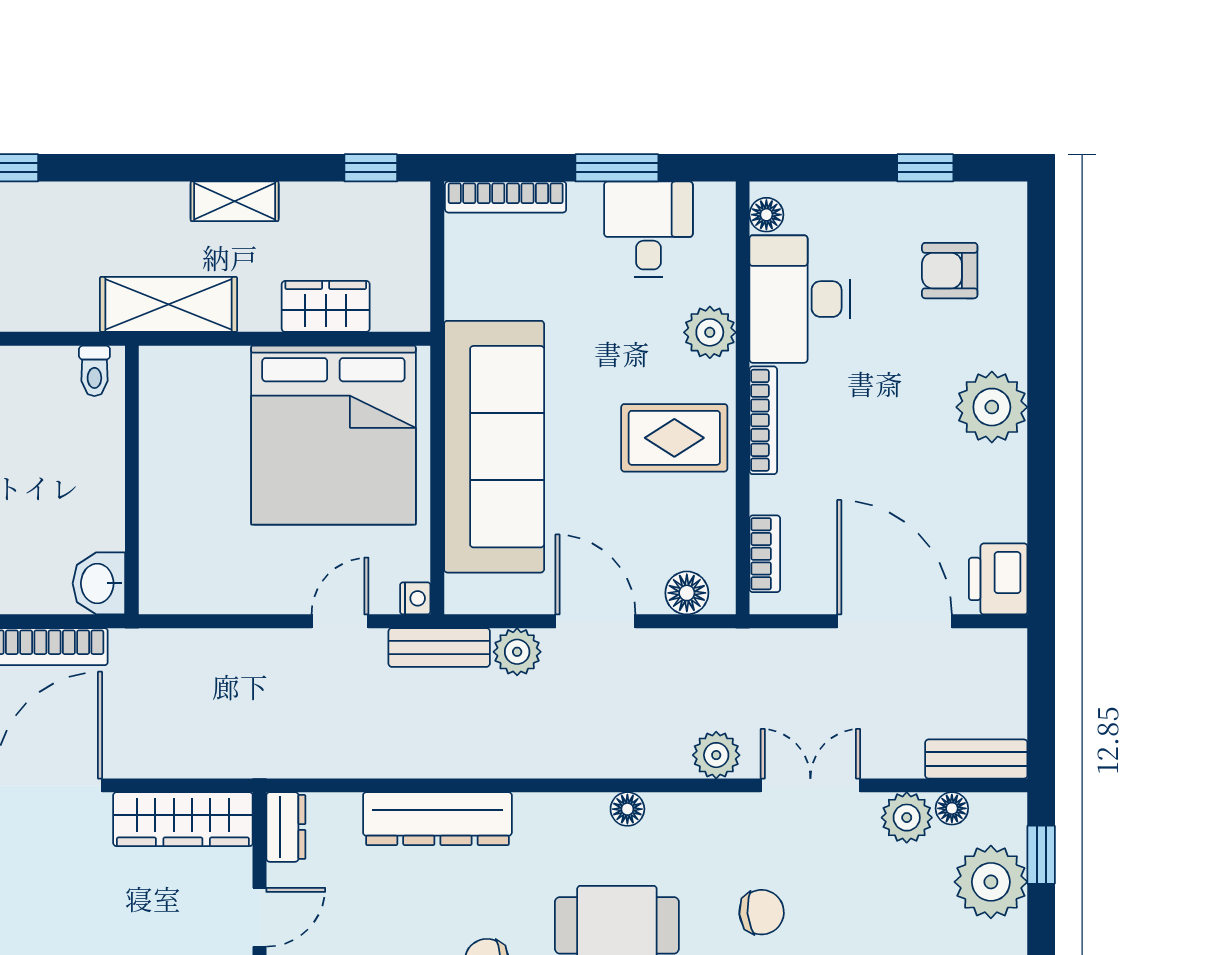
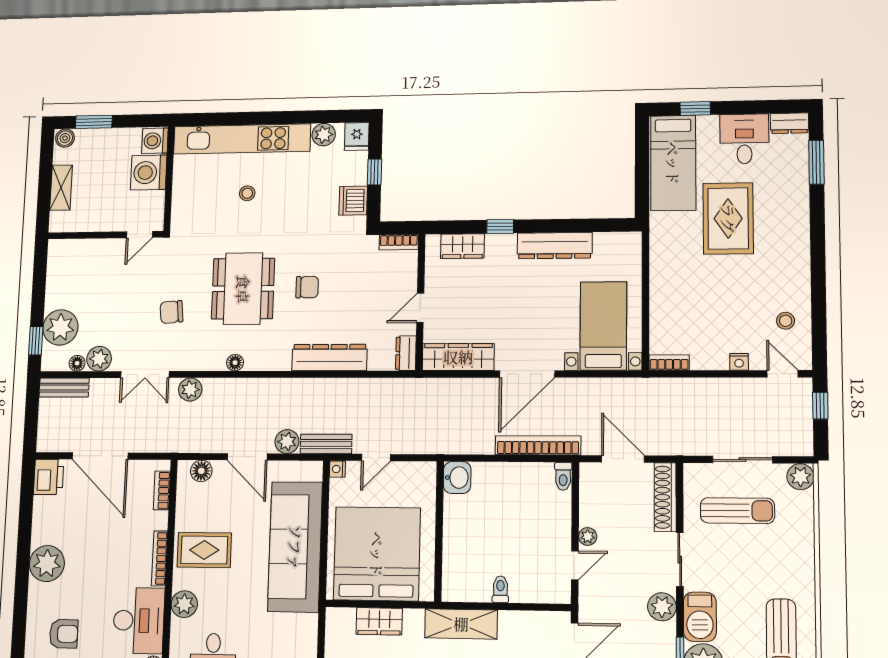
wall: (132, 480) -> (439, 531), moved
washbasin: (99, 583) -> (457, 478), moved

